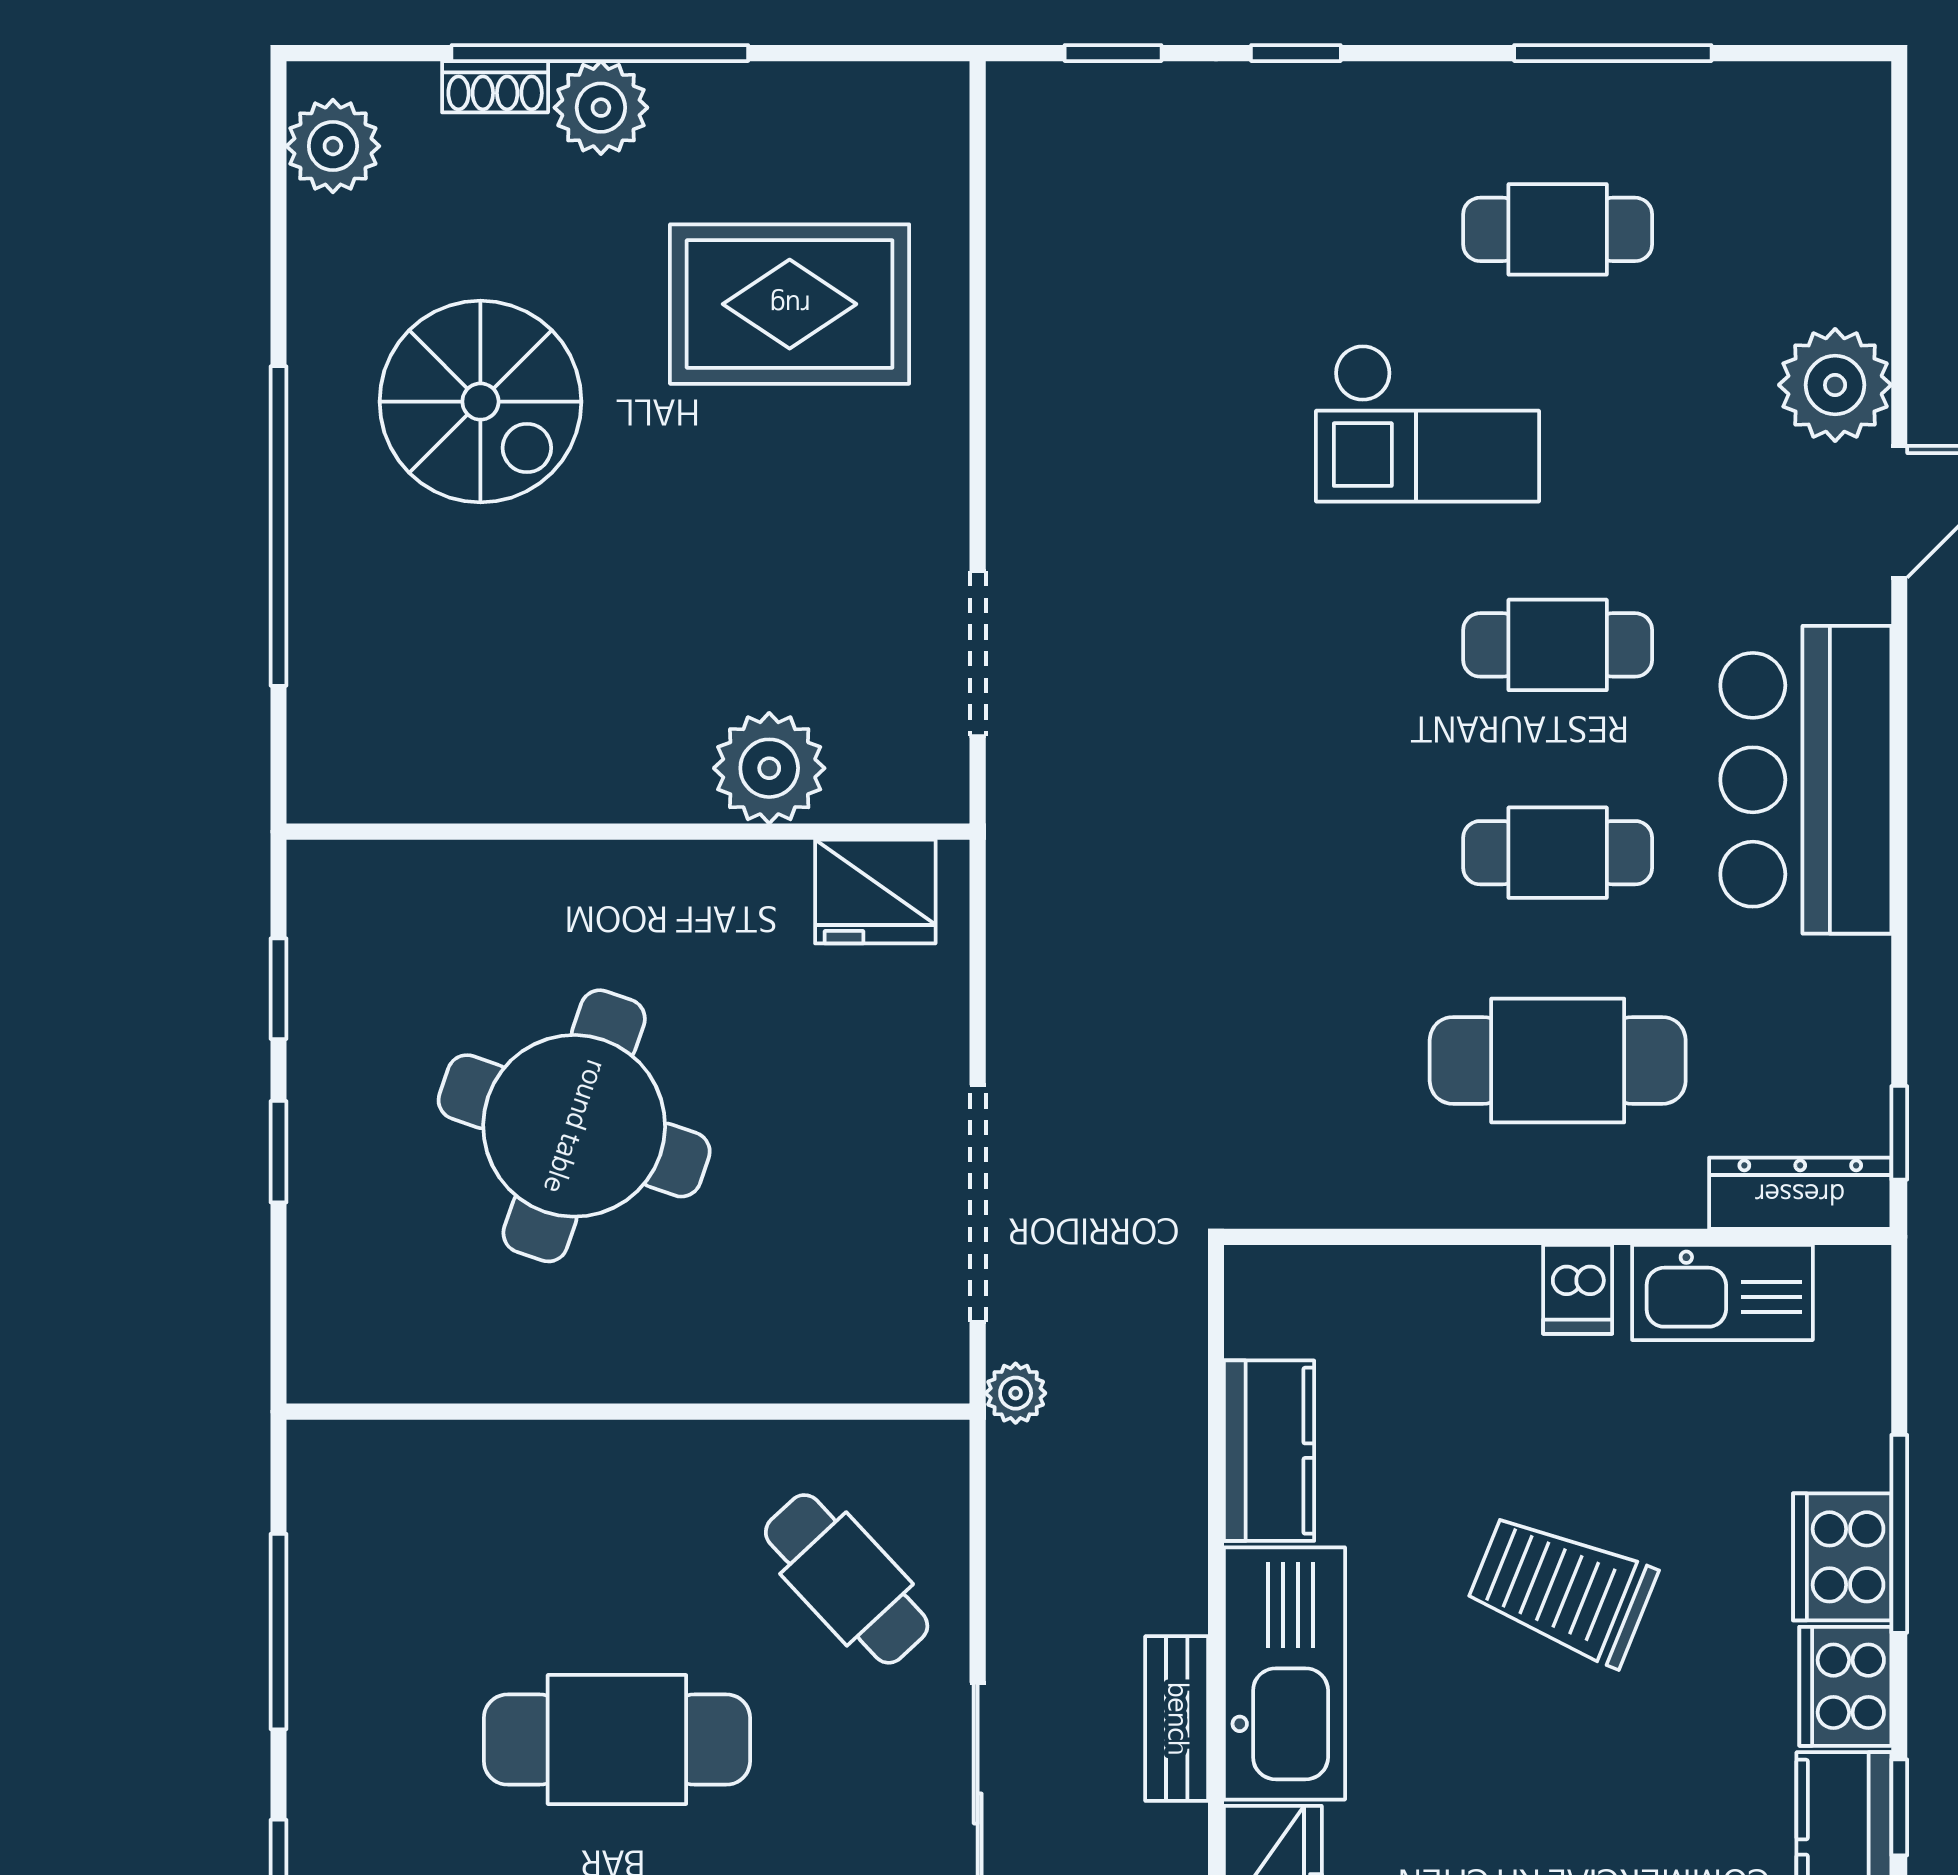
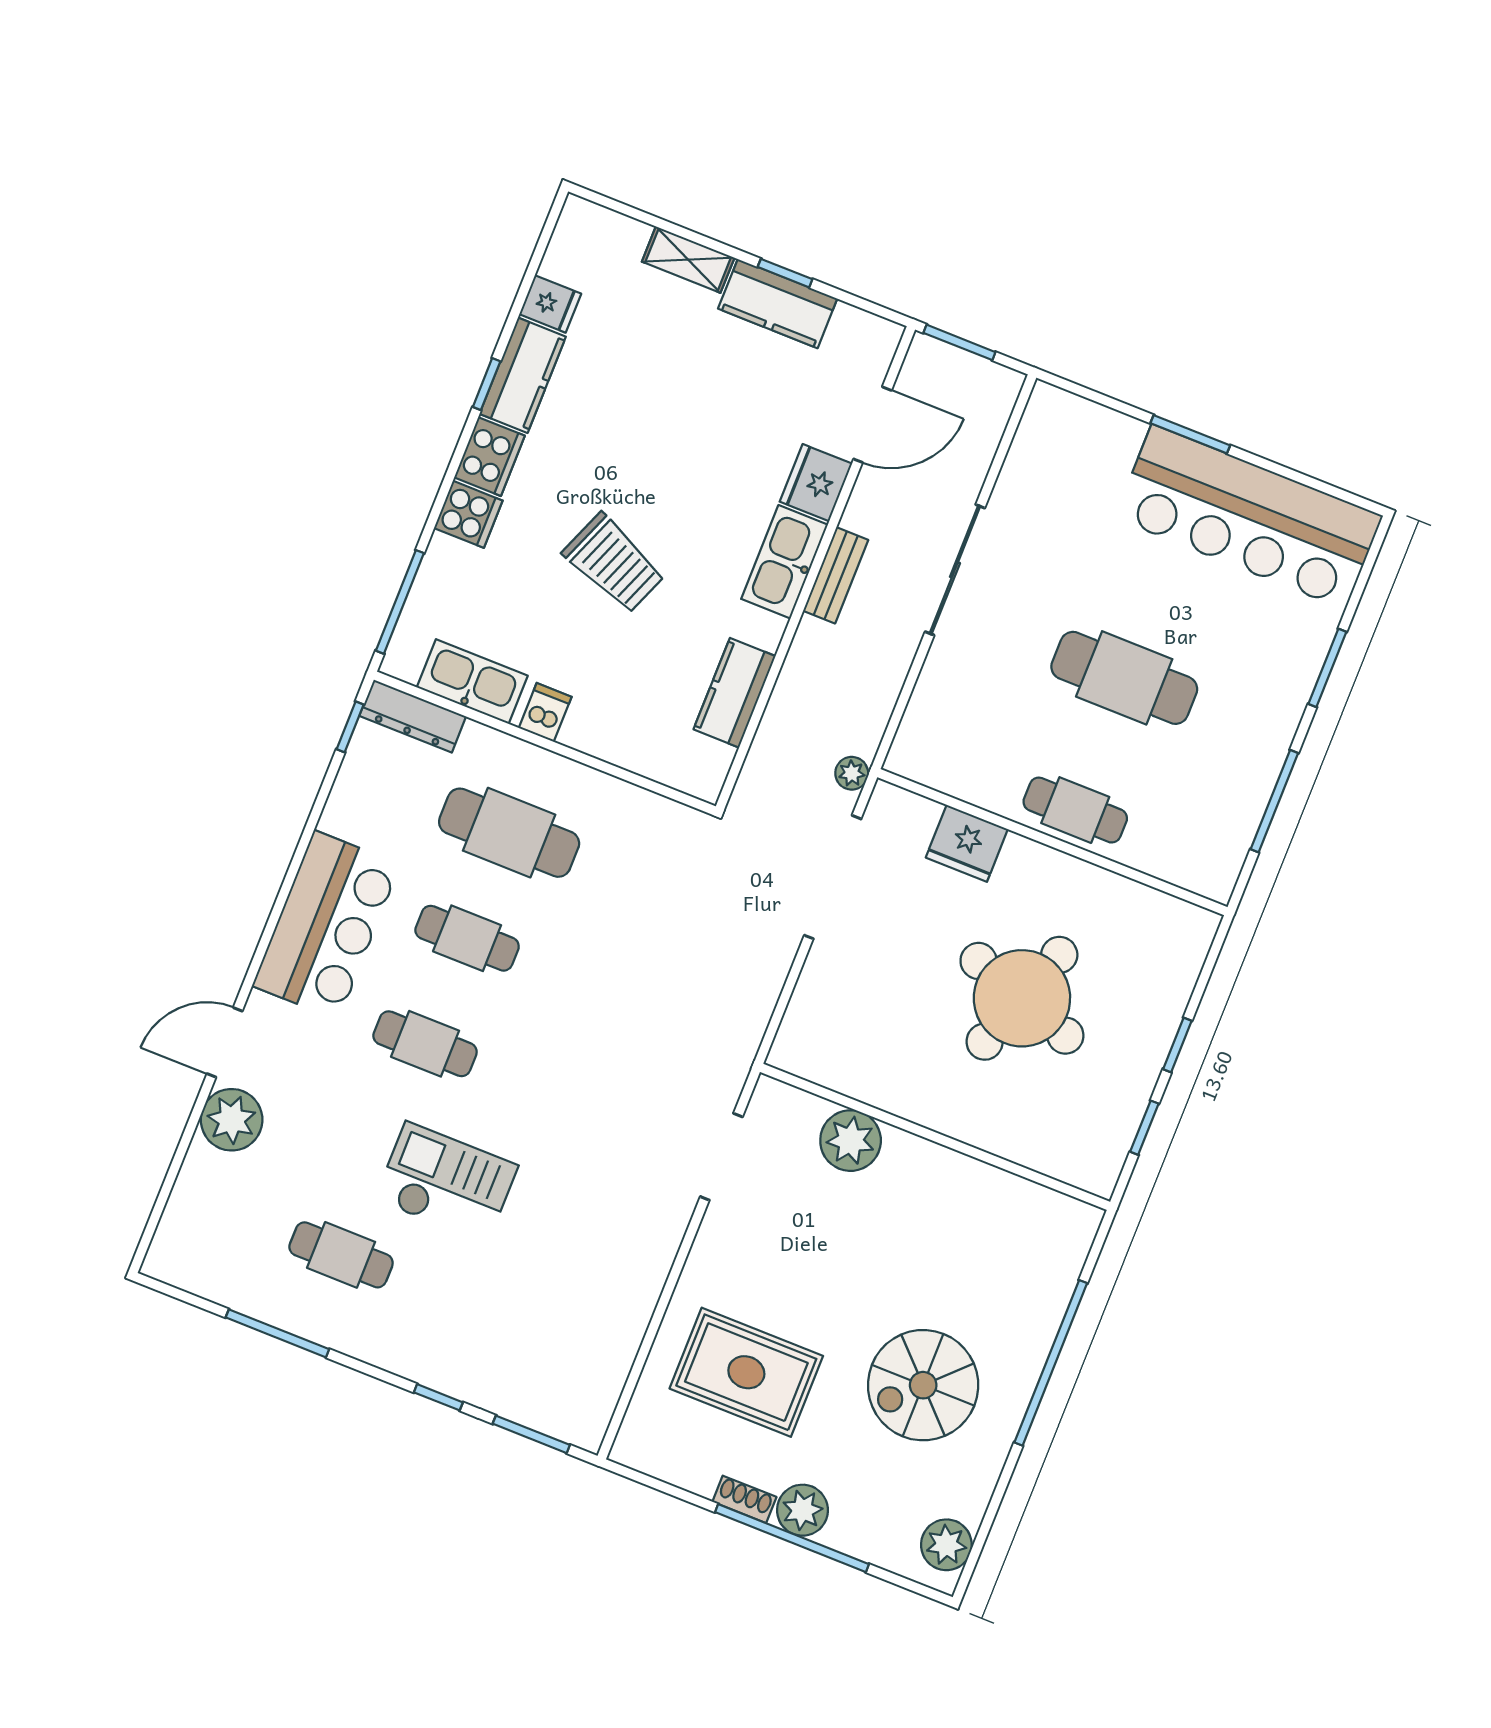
window: (1113, 53) -> (531, 1434), width x1.50
shoe rack: (495, 87) -> (744, 1499), moved
spiral stairs: (480, 402) -> (923, 1385), turned -90
fridge: (875, 892) -> (967, 843), moved, turned 180
window: (1899, 1534) -> (400, 602), moved
cooker: (1842, 1557) -> (468, 514), width x0.73
cafe table: (847, 1579) -> (1075, 810), moved, turned -47
kitchen sink: (1285, 1673) -> (785, 562), width x0.73, depth x0.81

